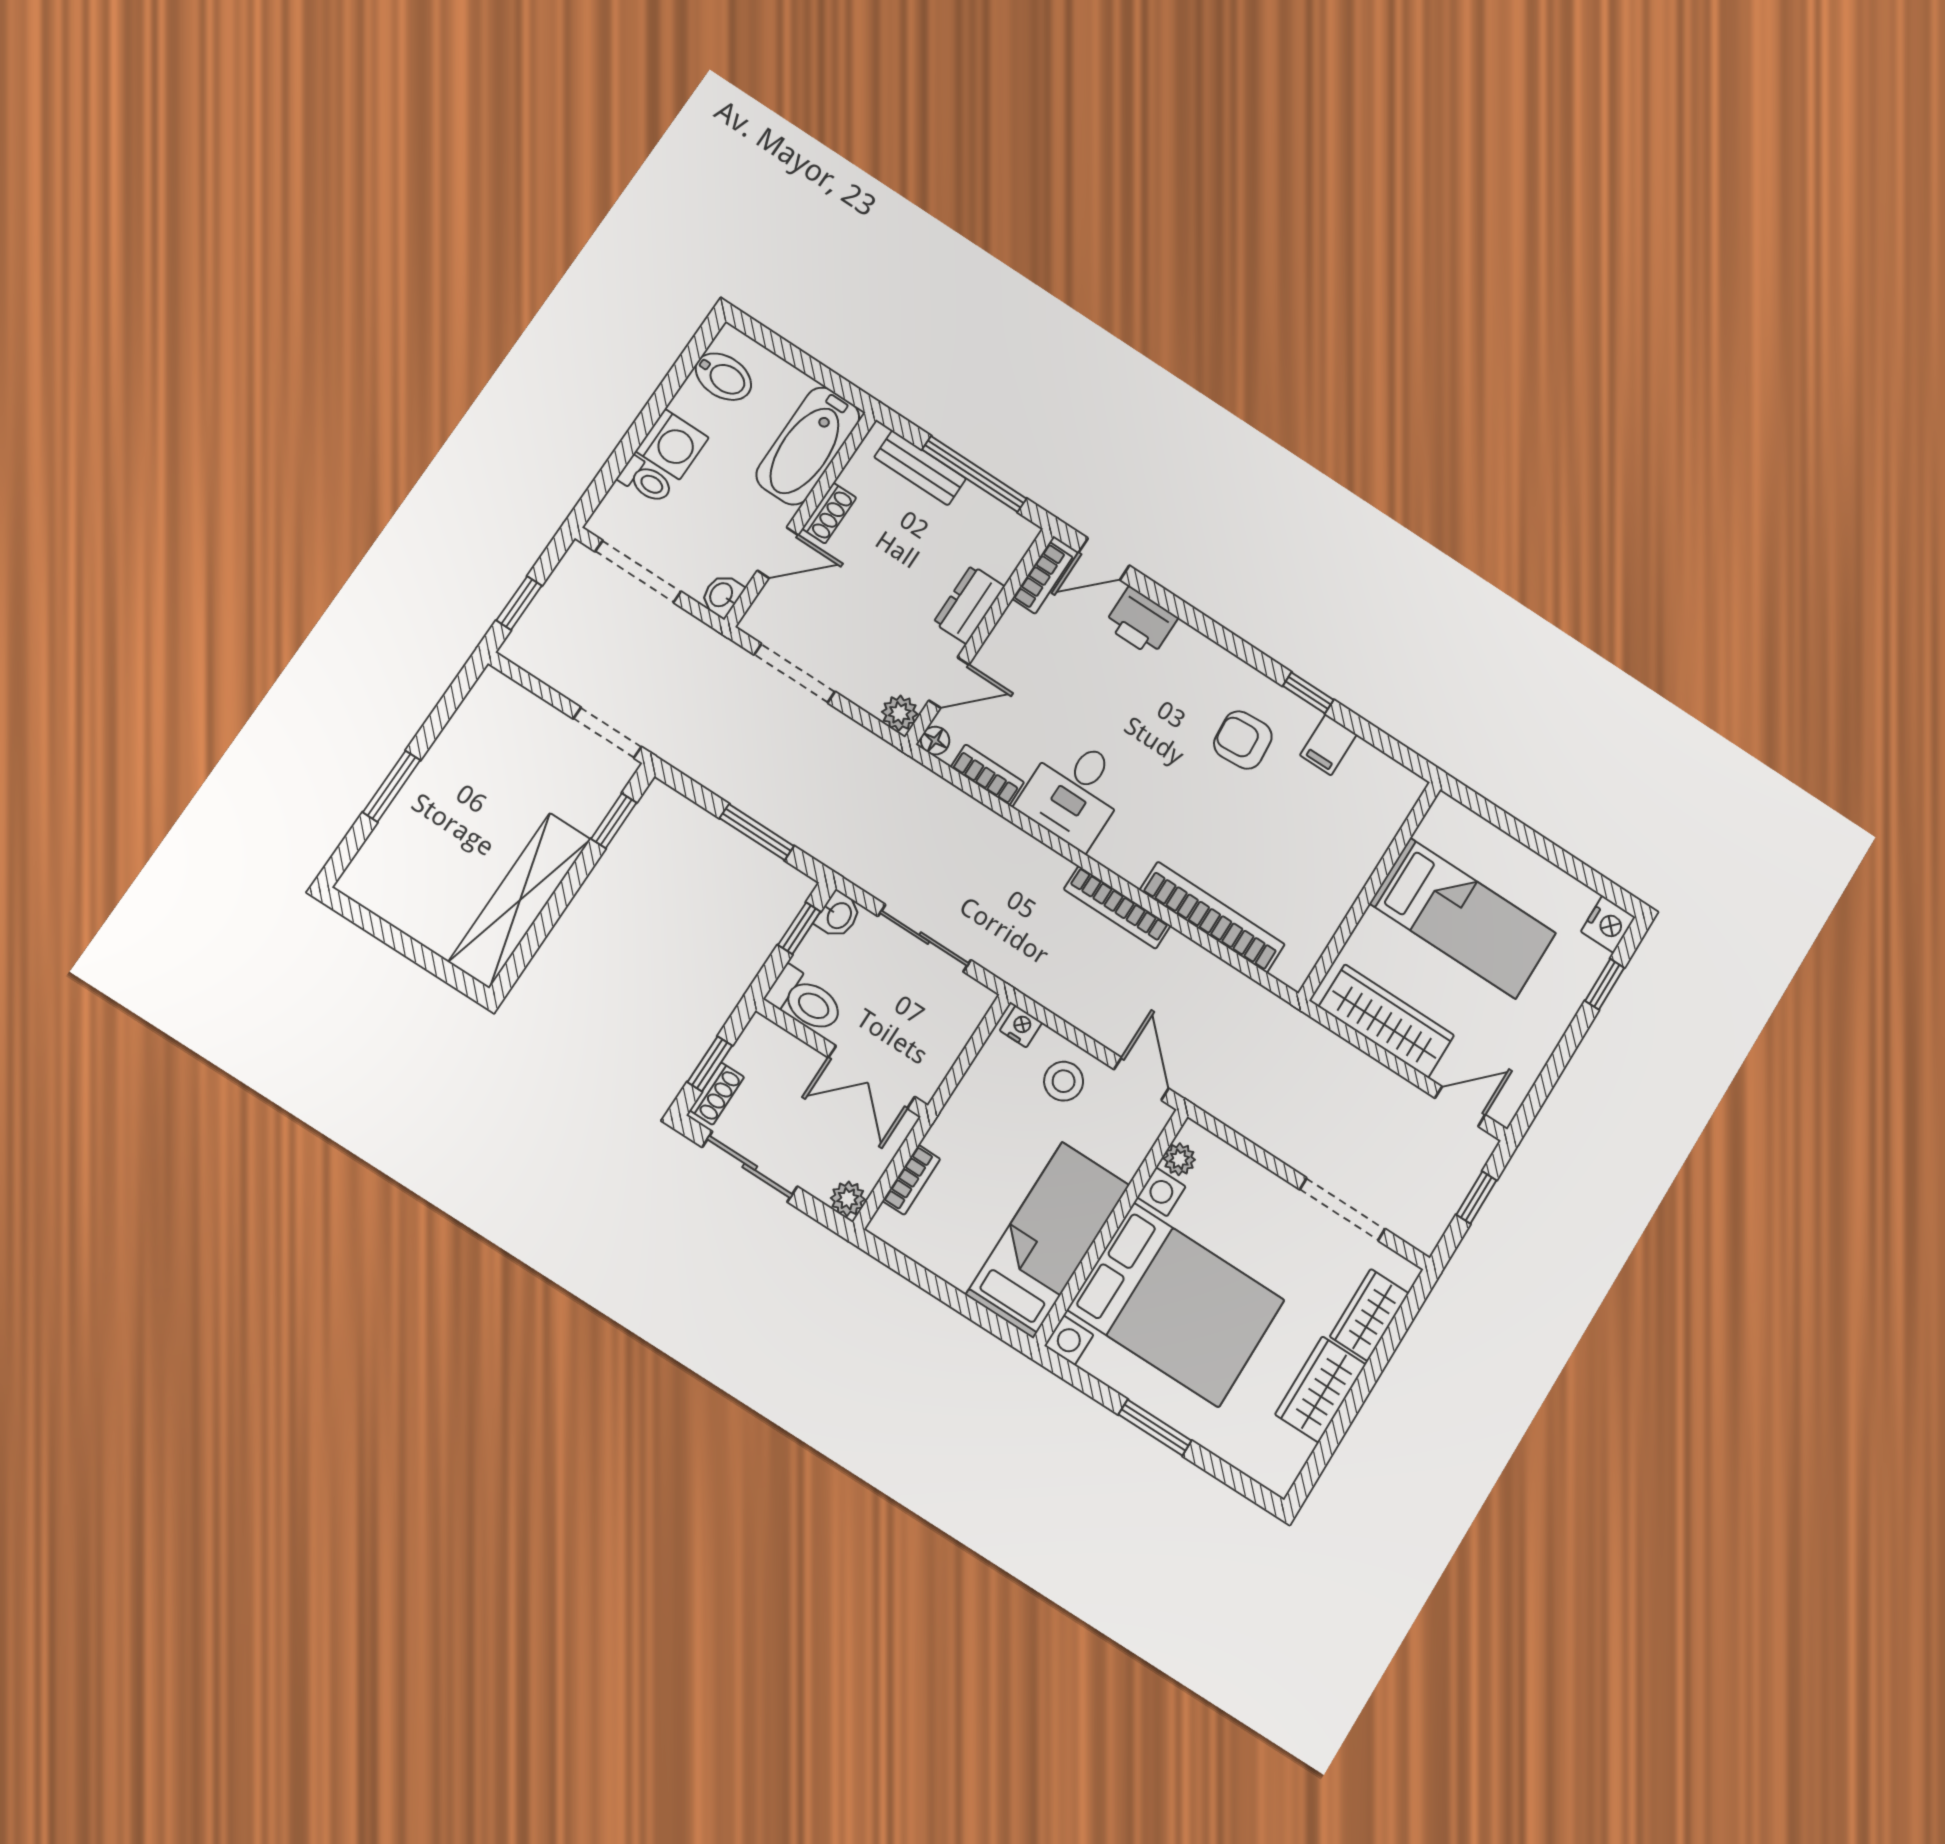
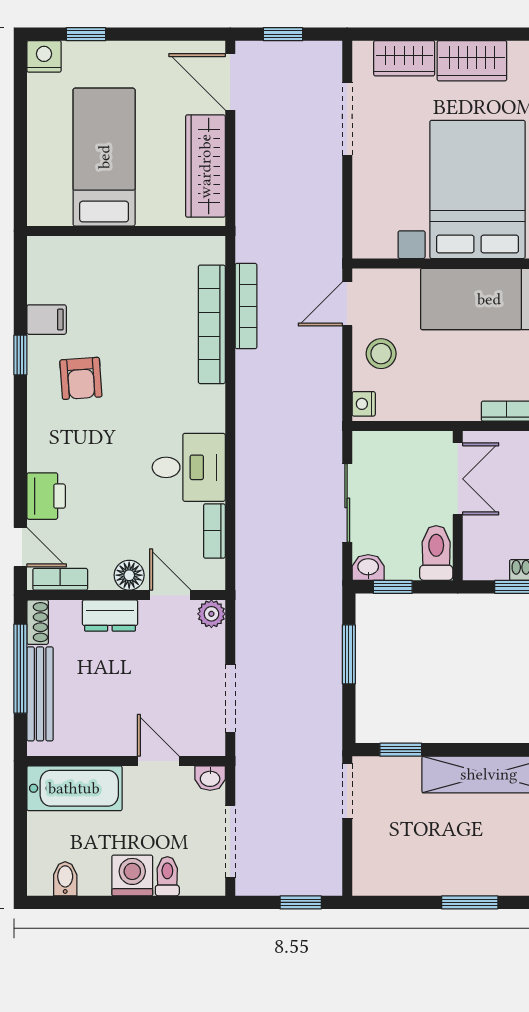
bidet: (723, 377) -> (65, 879), width x0.72, depth x0.74
bench: (920, 468) -> (40, 694), width x1.36
shoe rack: (829, 513) -> (38, 622), moved, turned 90
floor lamp: (935, 741) -> (129, 575), moved, width x1.37, depth x1.37
bookcase: (1117, 907) -> (246, 306), moved
door: (1460, 1106) -> (230, 82), width x1.37
plant: (1179, 1159) -> (383, 246), removed

